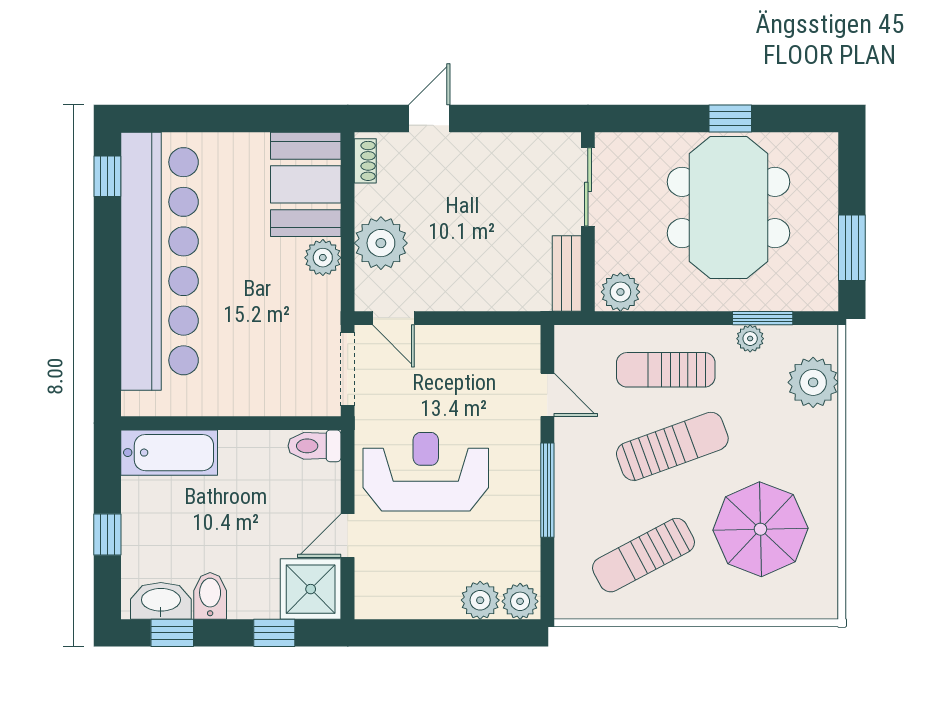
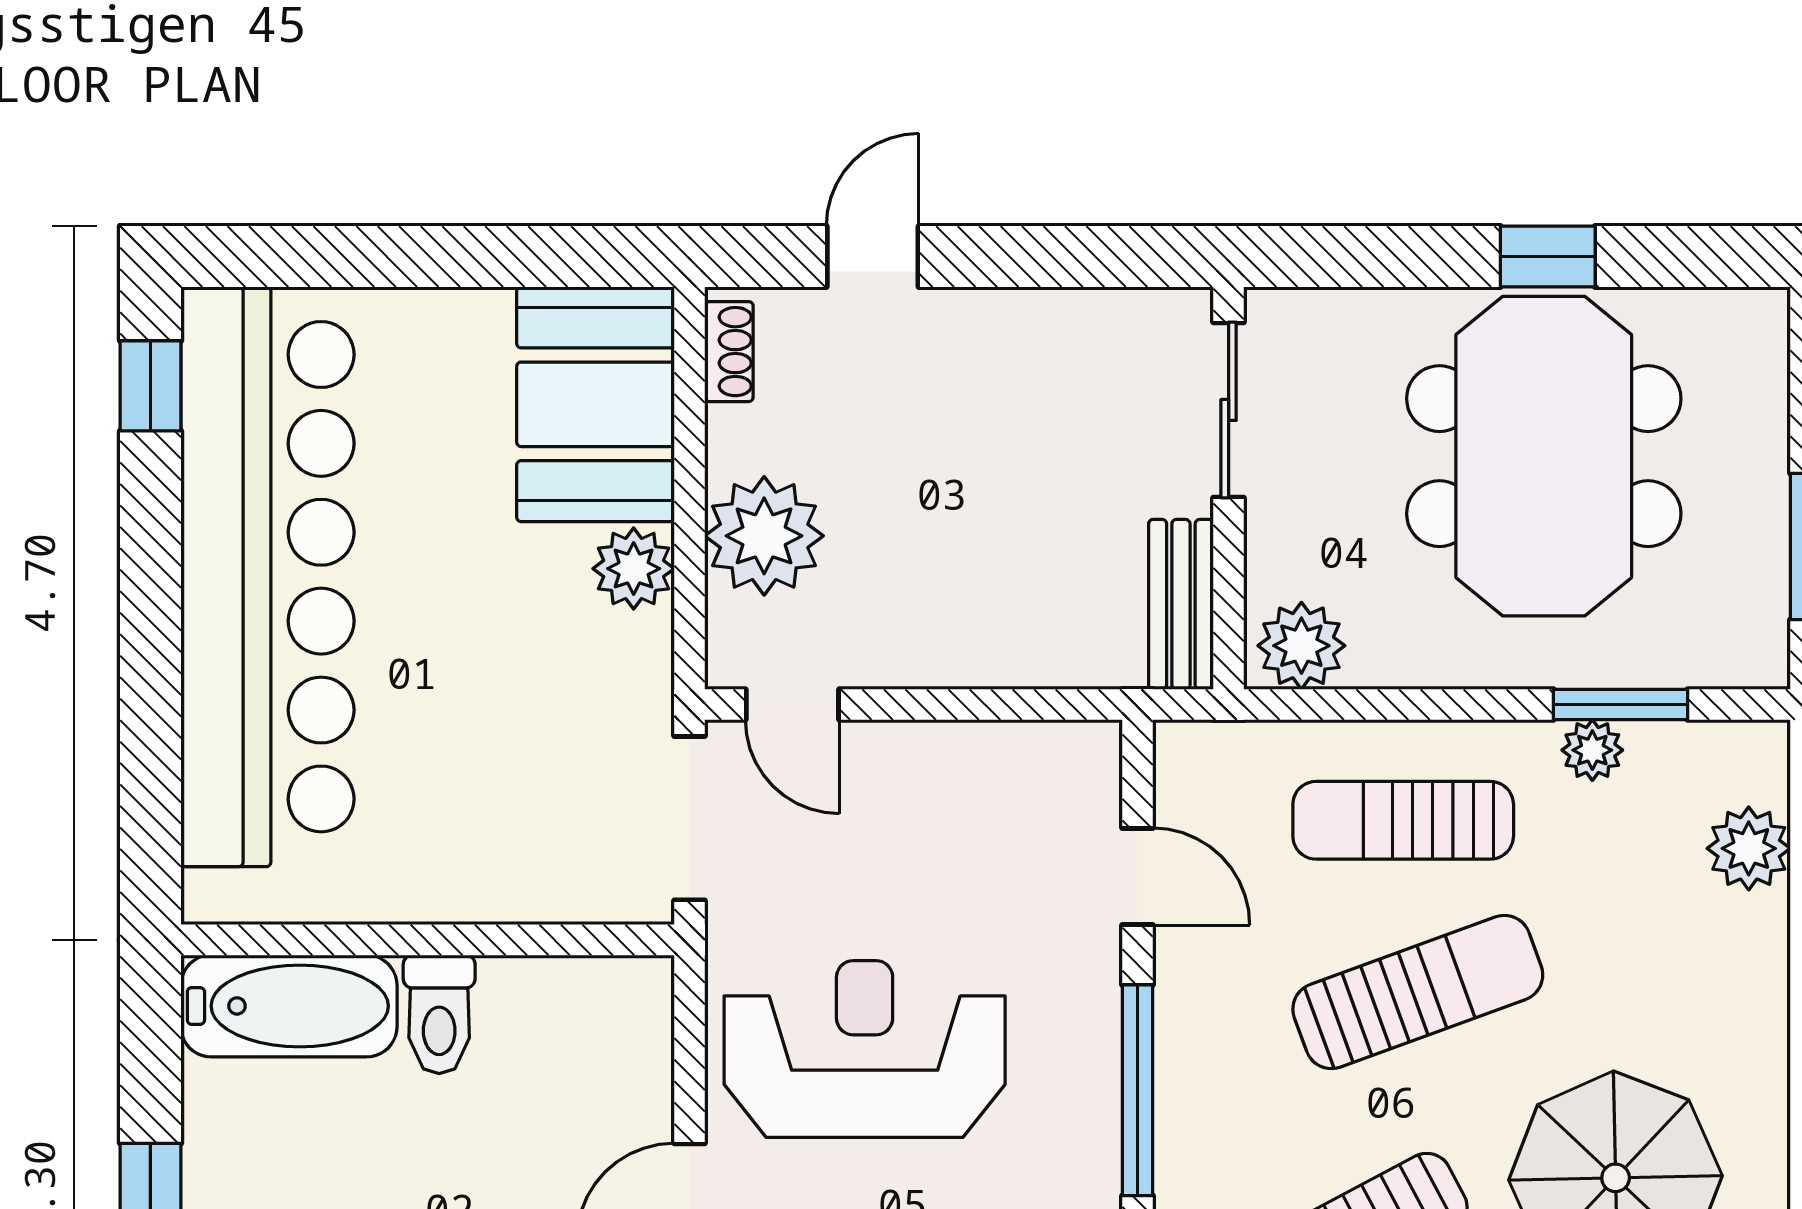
plant: (813, 382) -> (1749, 848), width x0.73, depth x0.73
toilet: (315, 446) -> (439, 1014), moved, turned -90

